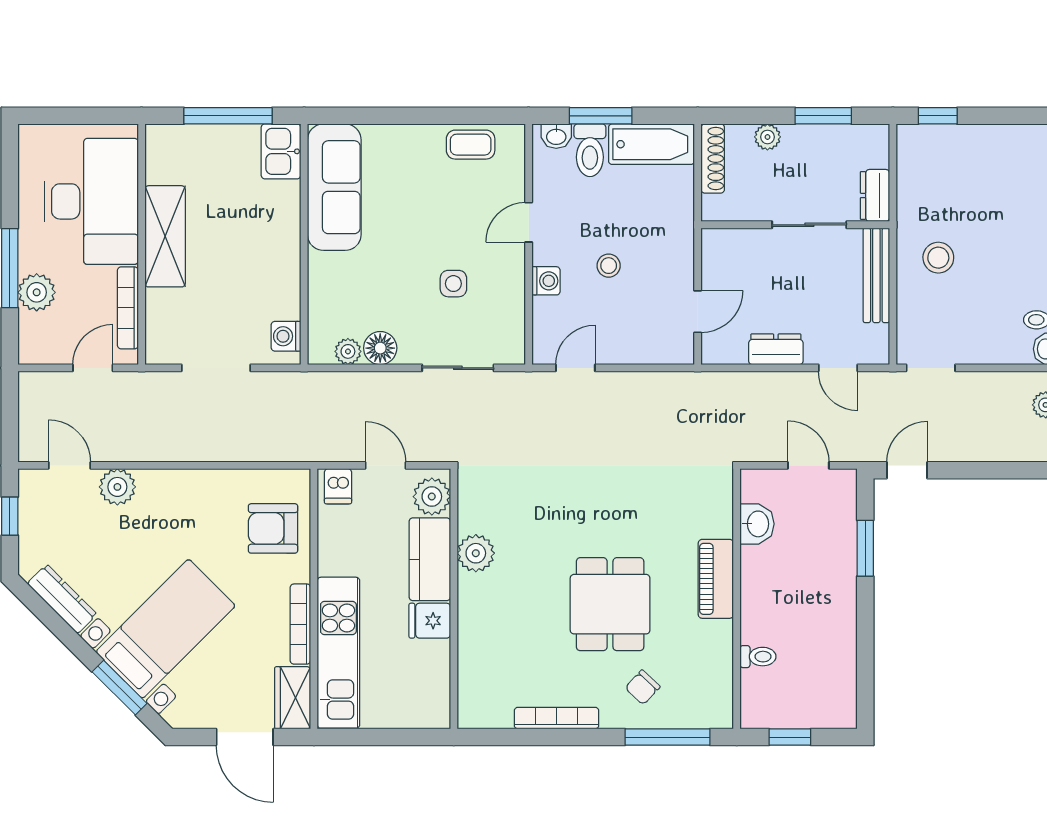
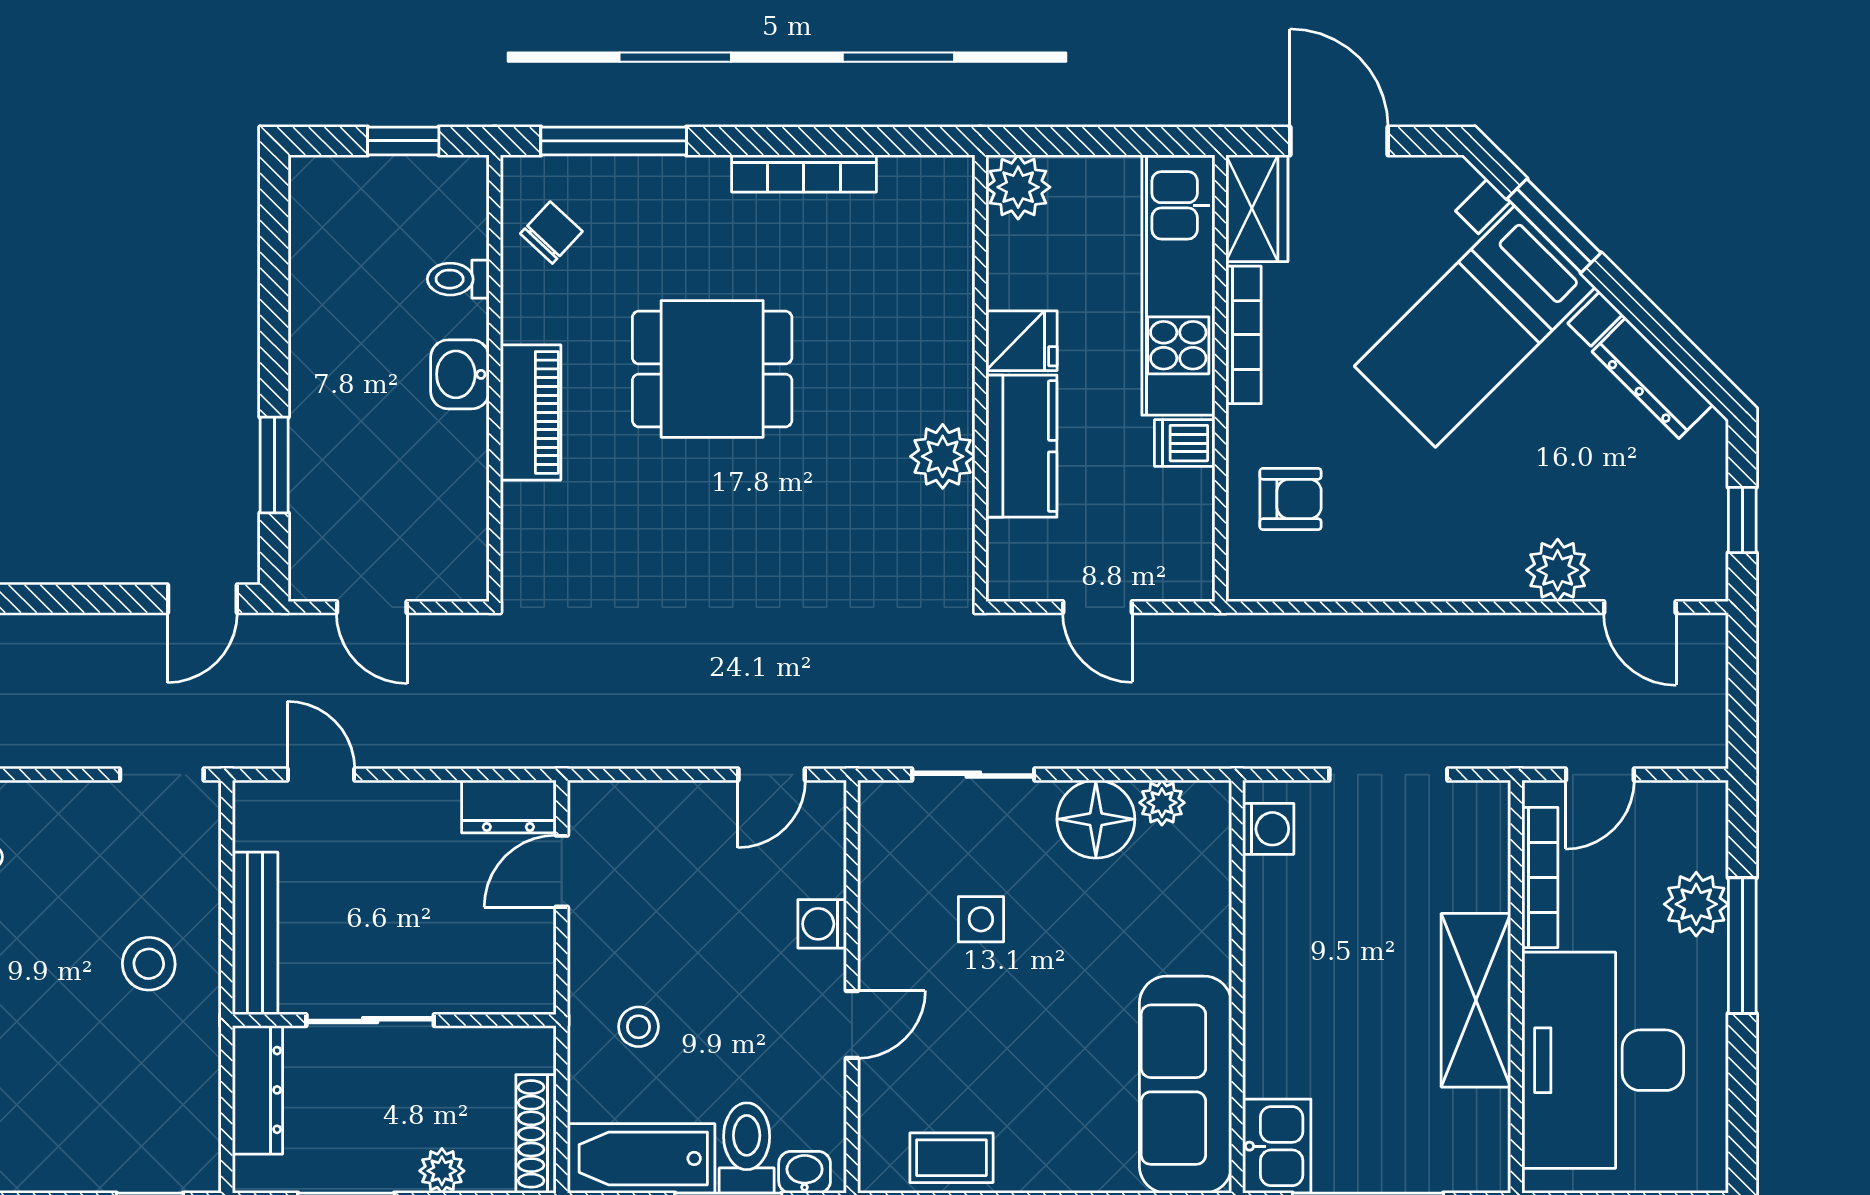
dresser: (875, 195) -> (257, 1090), width x1.44
stool: (609, 266) -> (639, 1027), moved
floor lamp: (380, 348) -> (1096, 819), width x1.38, depth x1.38
dresser: (776, 349) -> (508, 806), moved
dishwasher: (338, 486) -> (1185, 443), moved, turned -90
plant: (432, 497) -> (1018, 187), moved
washbasin: (757, 524) -> (460, 374), moved
armchair: (273, 528) -> (1290, 499), width x0.72, depth x0.72
dining table: (610, 604) -> (712, 369), turned 90
chair: (643, 687) -> (551, 233), moved

